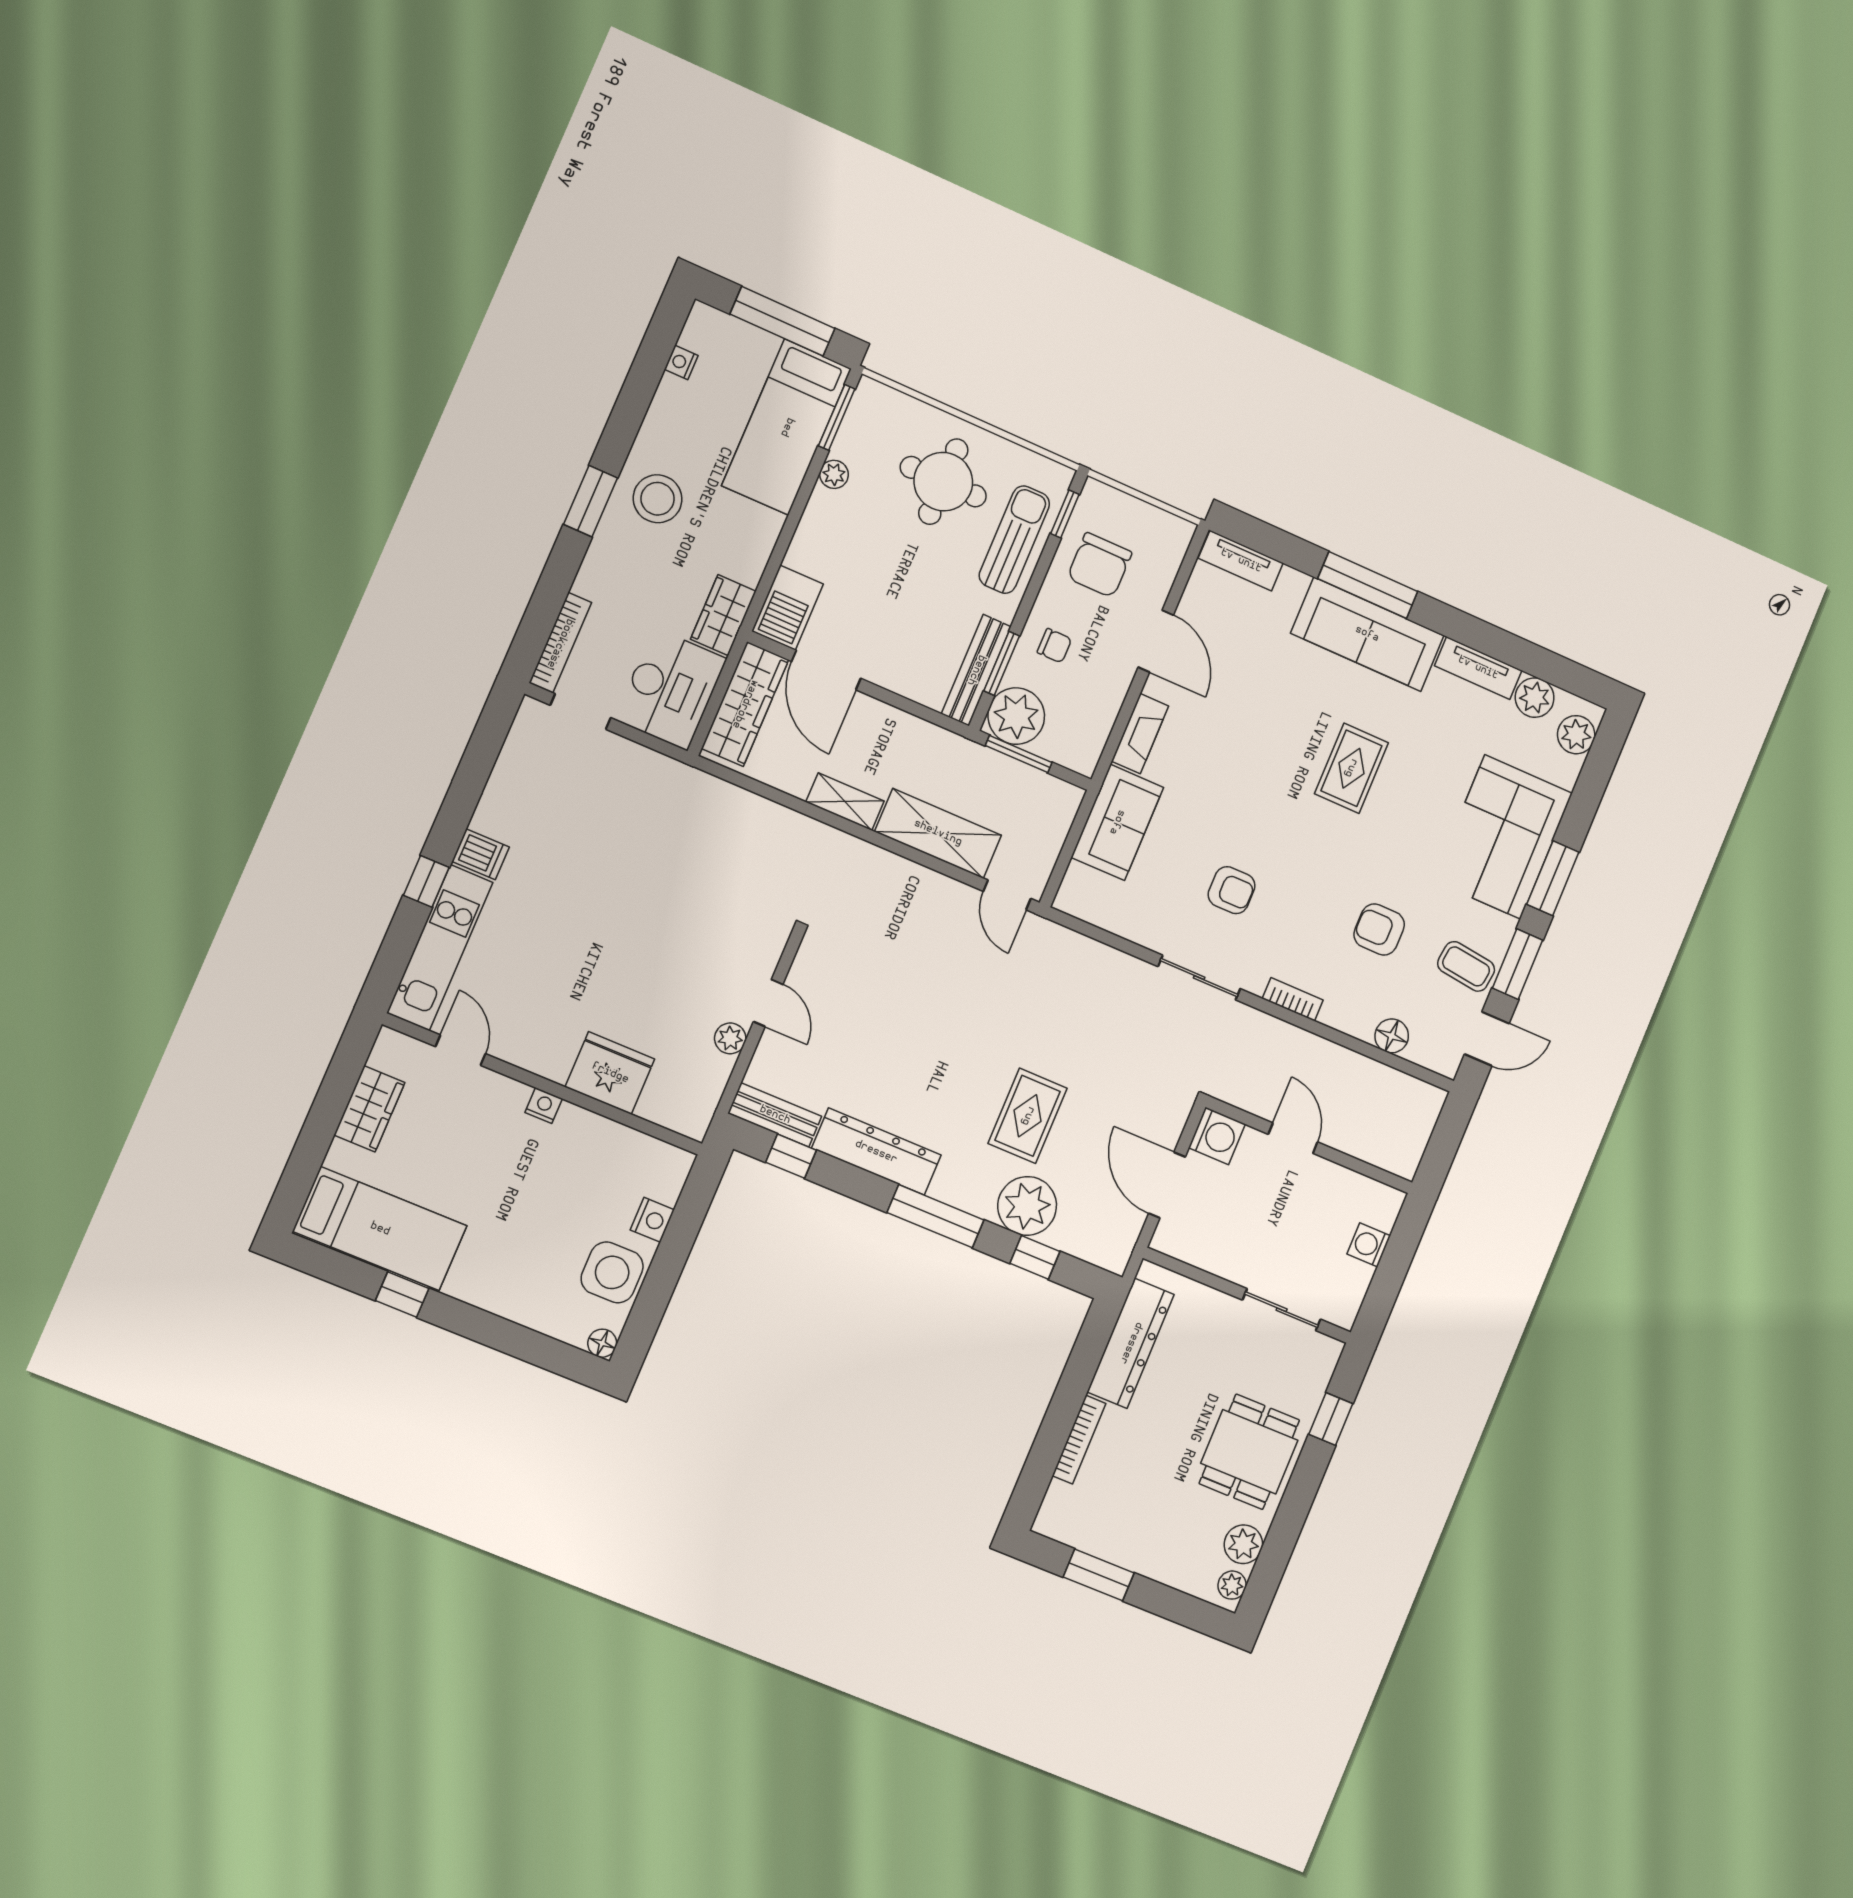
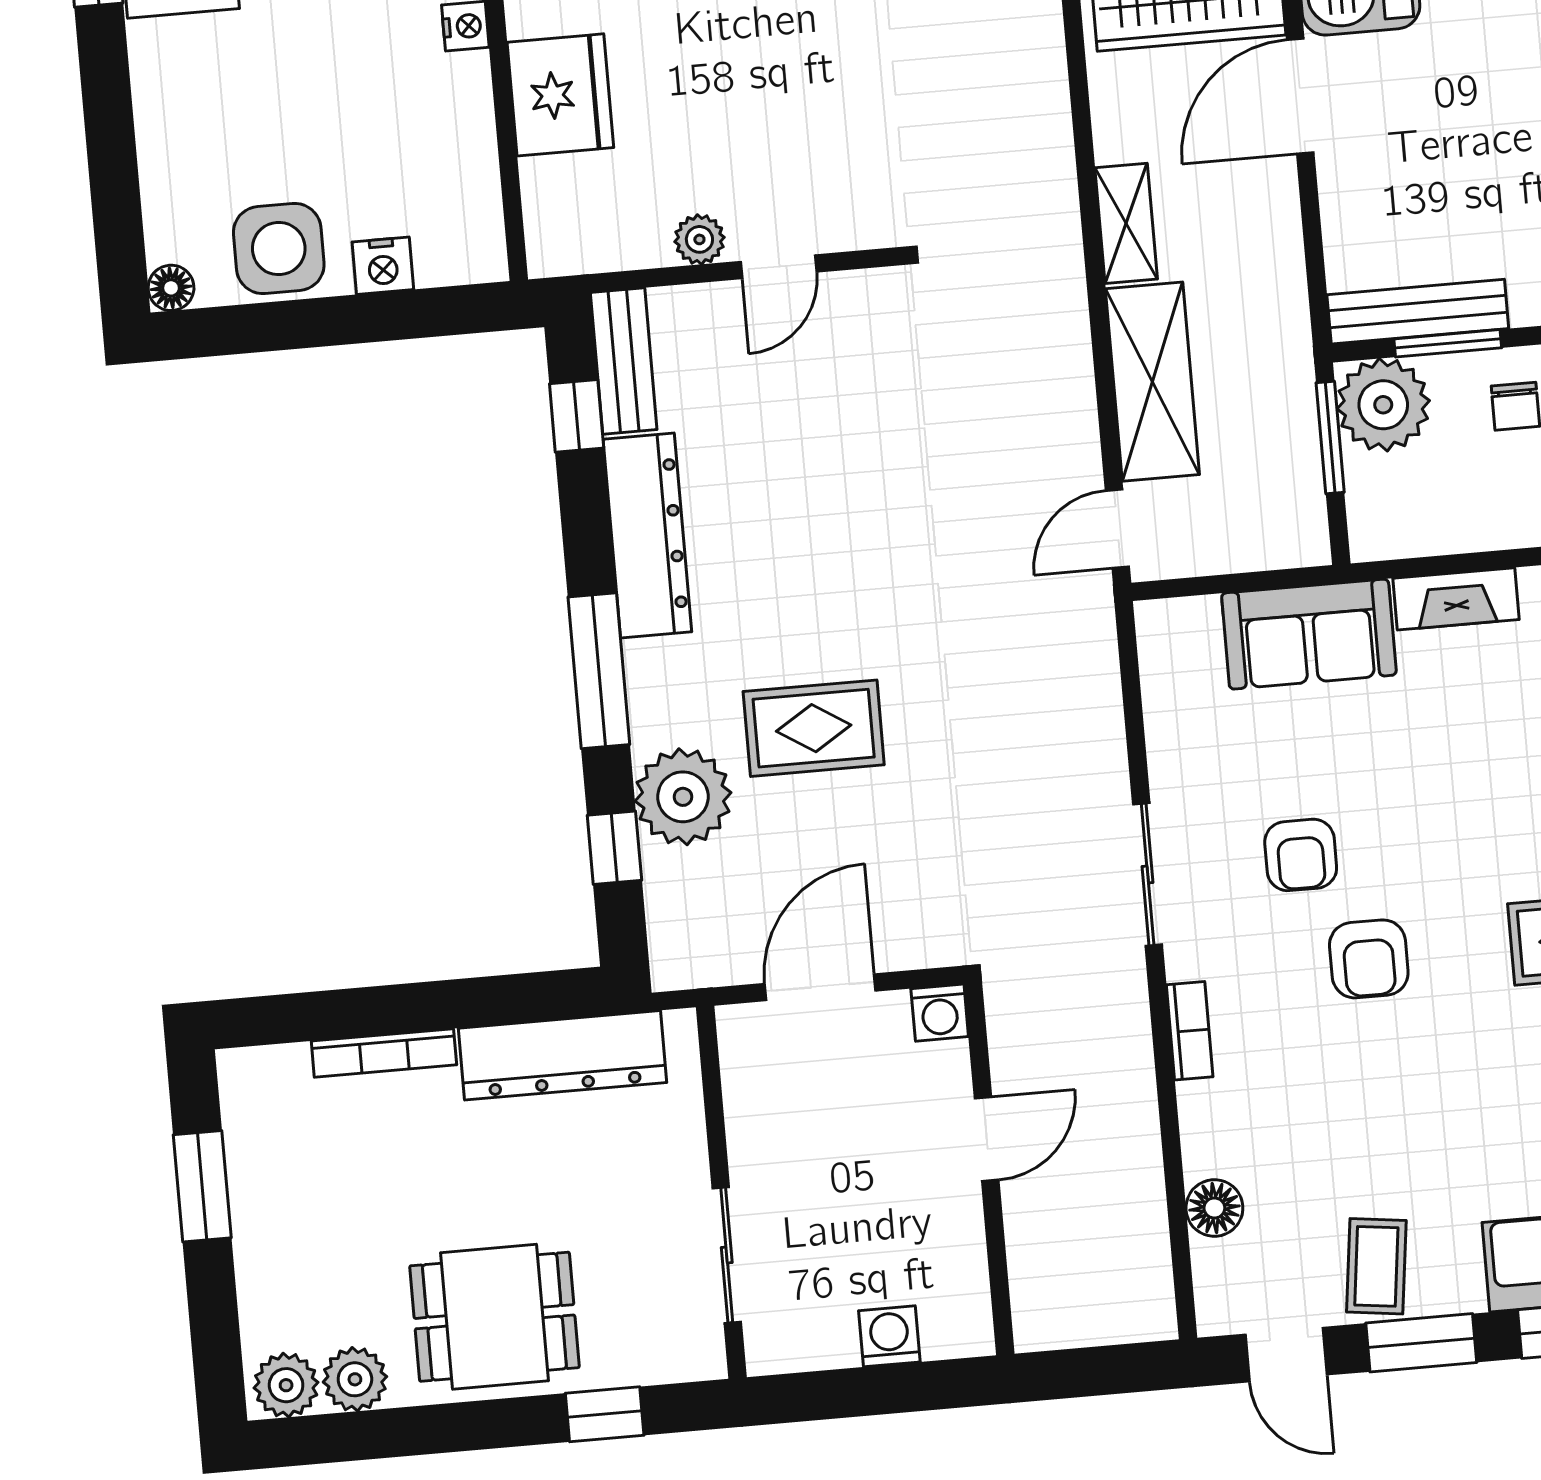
armchair: (1379, 929) -> (1369, 959), moved, turned 180
washing machine: (1217, 1136) -> (940, 1013), width x0.73, depth x0.73
plant: (1232, 1585) -> (286, 1385), width x1.38, depth x1.38

